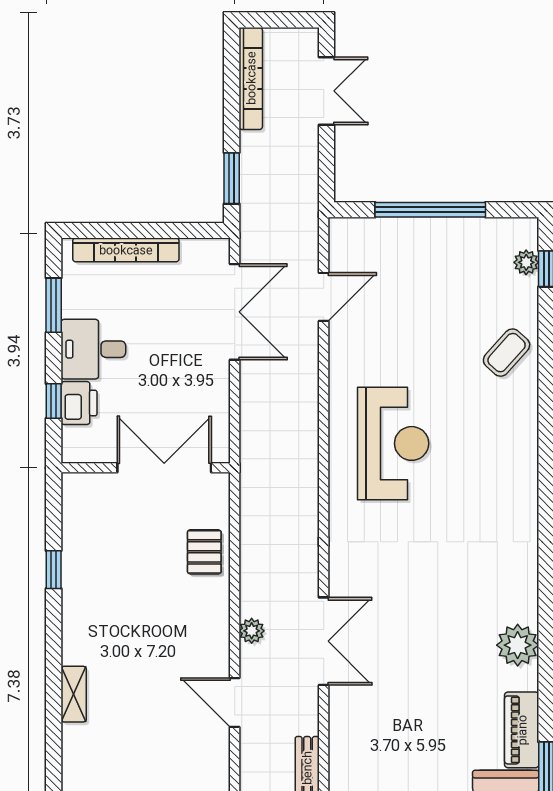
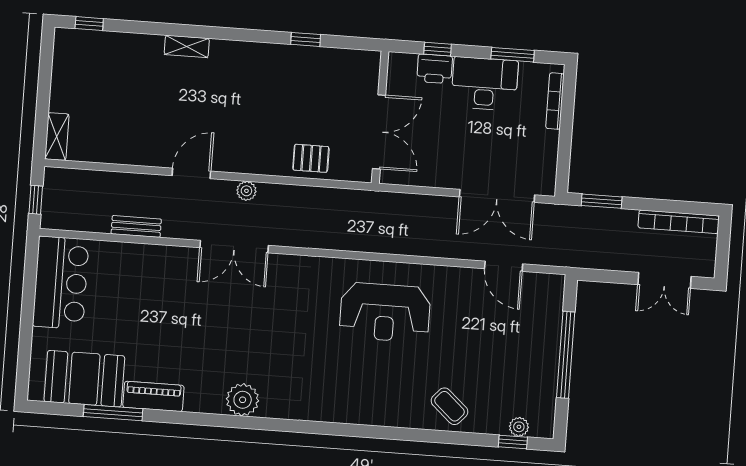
bookcase: (126, 250) -> (555, 101), width x0.68, depth x0.76
desk: (93, 349) -> (485, 84), width x1.37
plant: (518, 645) -> (243, 400), moved
shelving: (74, 694) -> (187, 46), moved

